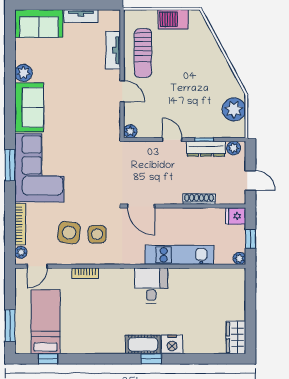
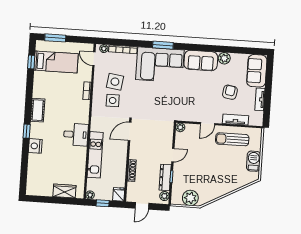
armchair: (73, 61) -> (230, 92), added
wardrobe: (236, 337) -> (64, 191), moved
cot: (143, 344) -> (38, 110), moved

